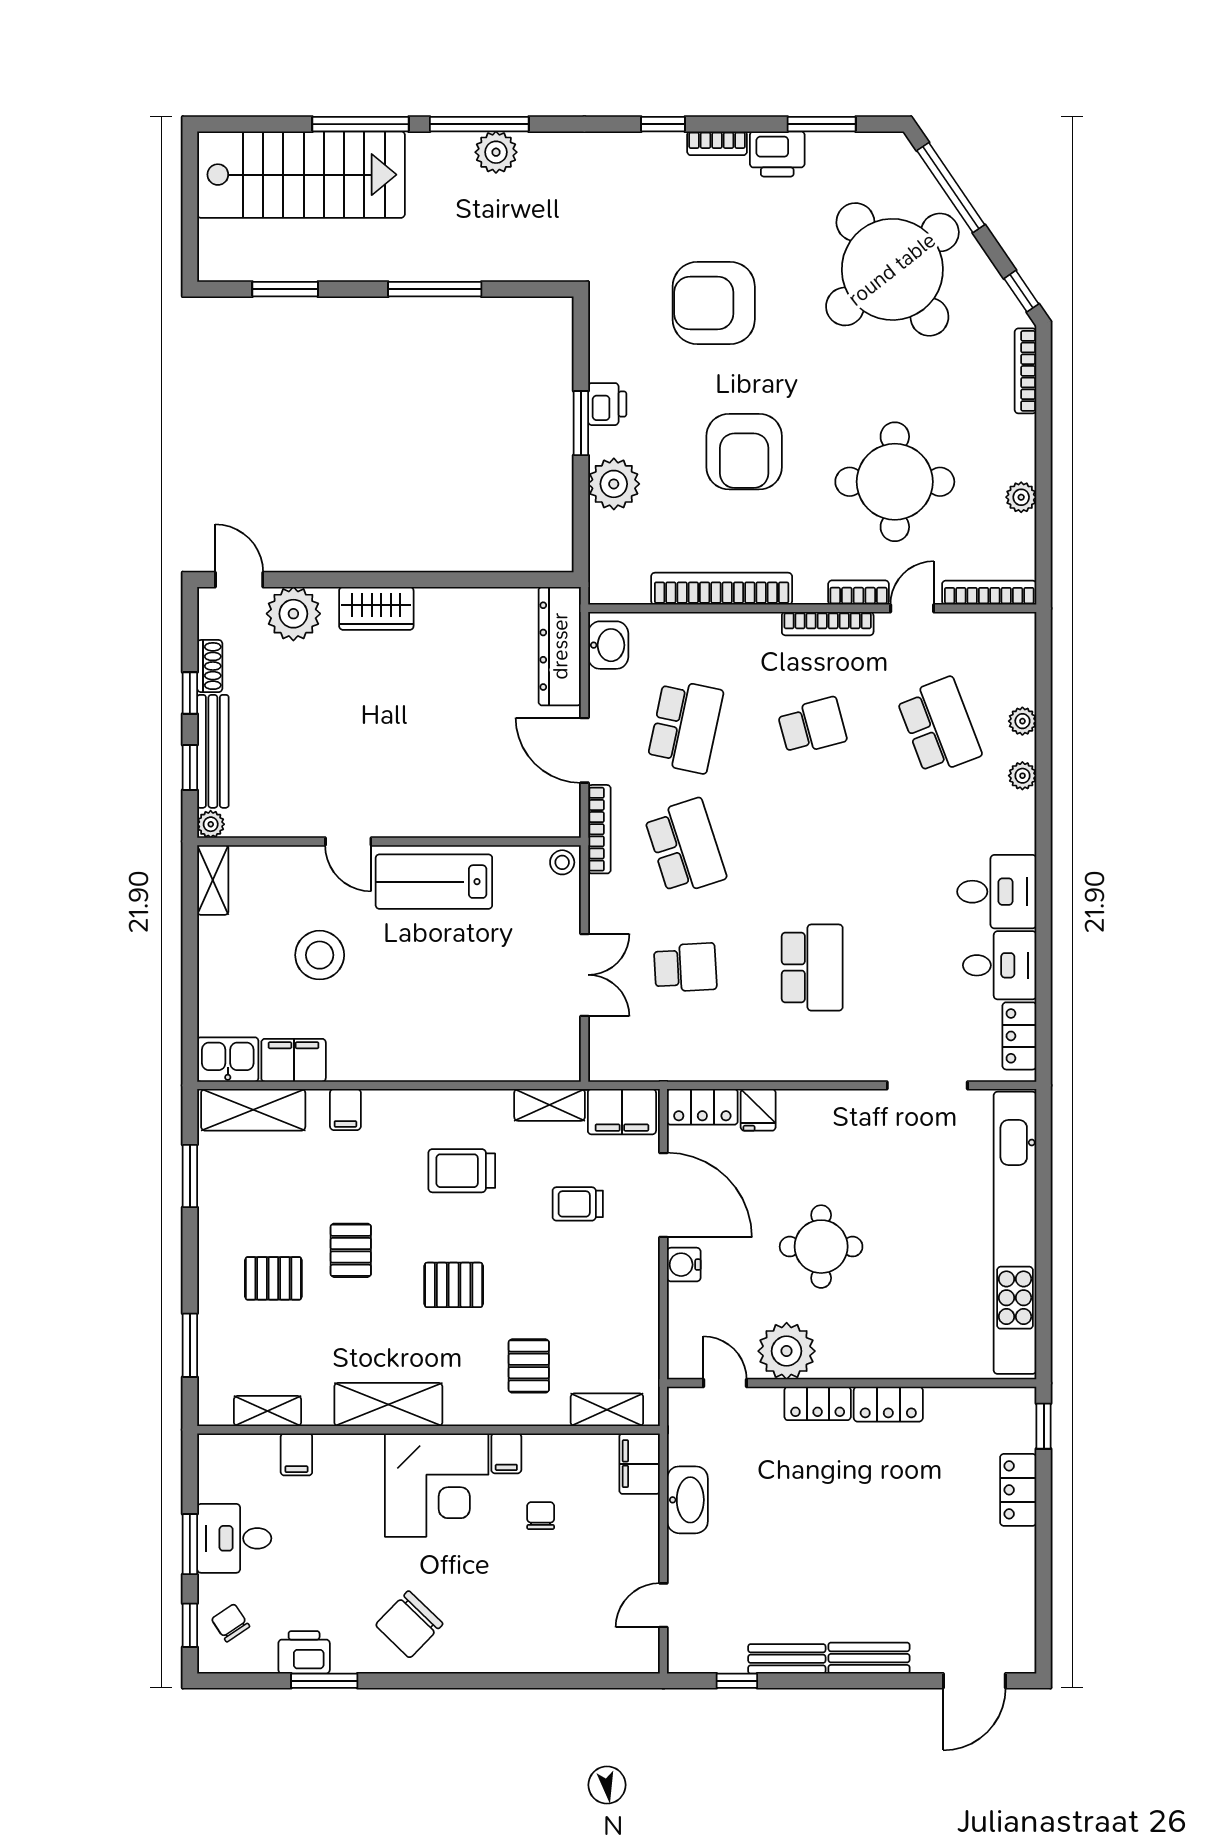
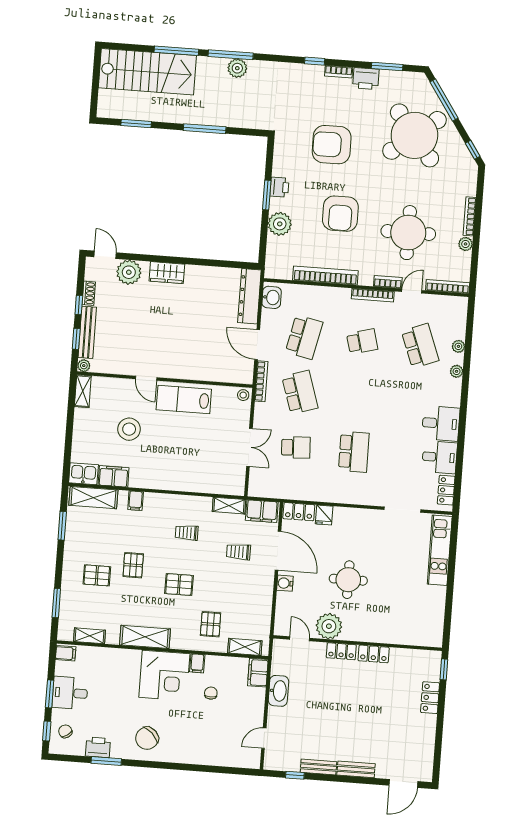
bookcase: (1026, 371) -> (470, 216), moved
trolley: (462, 1171) -> (187, 533), width x0.73, depth x0.72
kitchen unit: (1015, 1233) -> (440, 550), width x0.54
filing cabinet: (296, 1454) -> (66, 653), moved, turned -90

